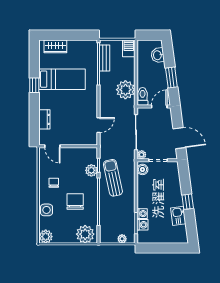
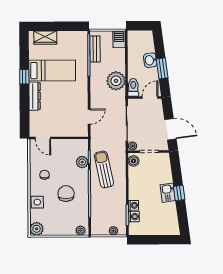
washbasin: (158, 55) -> (150, 60), moved
dresser: (44, 119) -> (35, 96), moved, width x1.44
kitchen sink: (178, 216) -> (168, 193), moved
plant: (85, 234) -> (81, 231), width x0.53, depth x0.53

